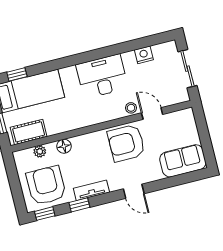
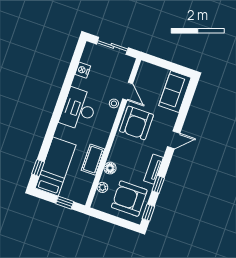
door: (152, 114) -> (128, 91), swing flipped
cot: (29, 132) -> (93, 160), moved

